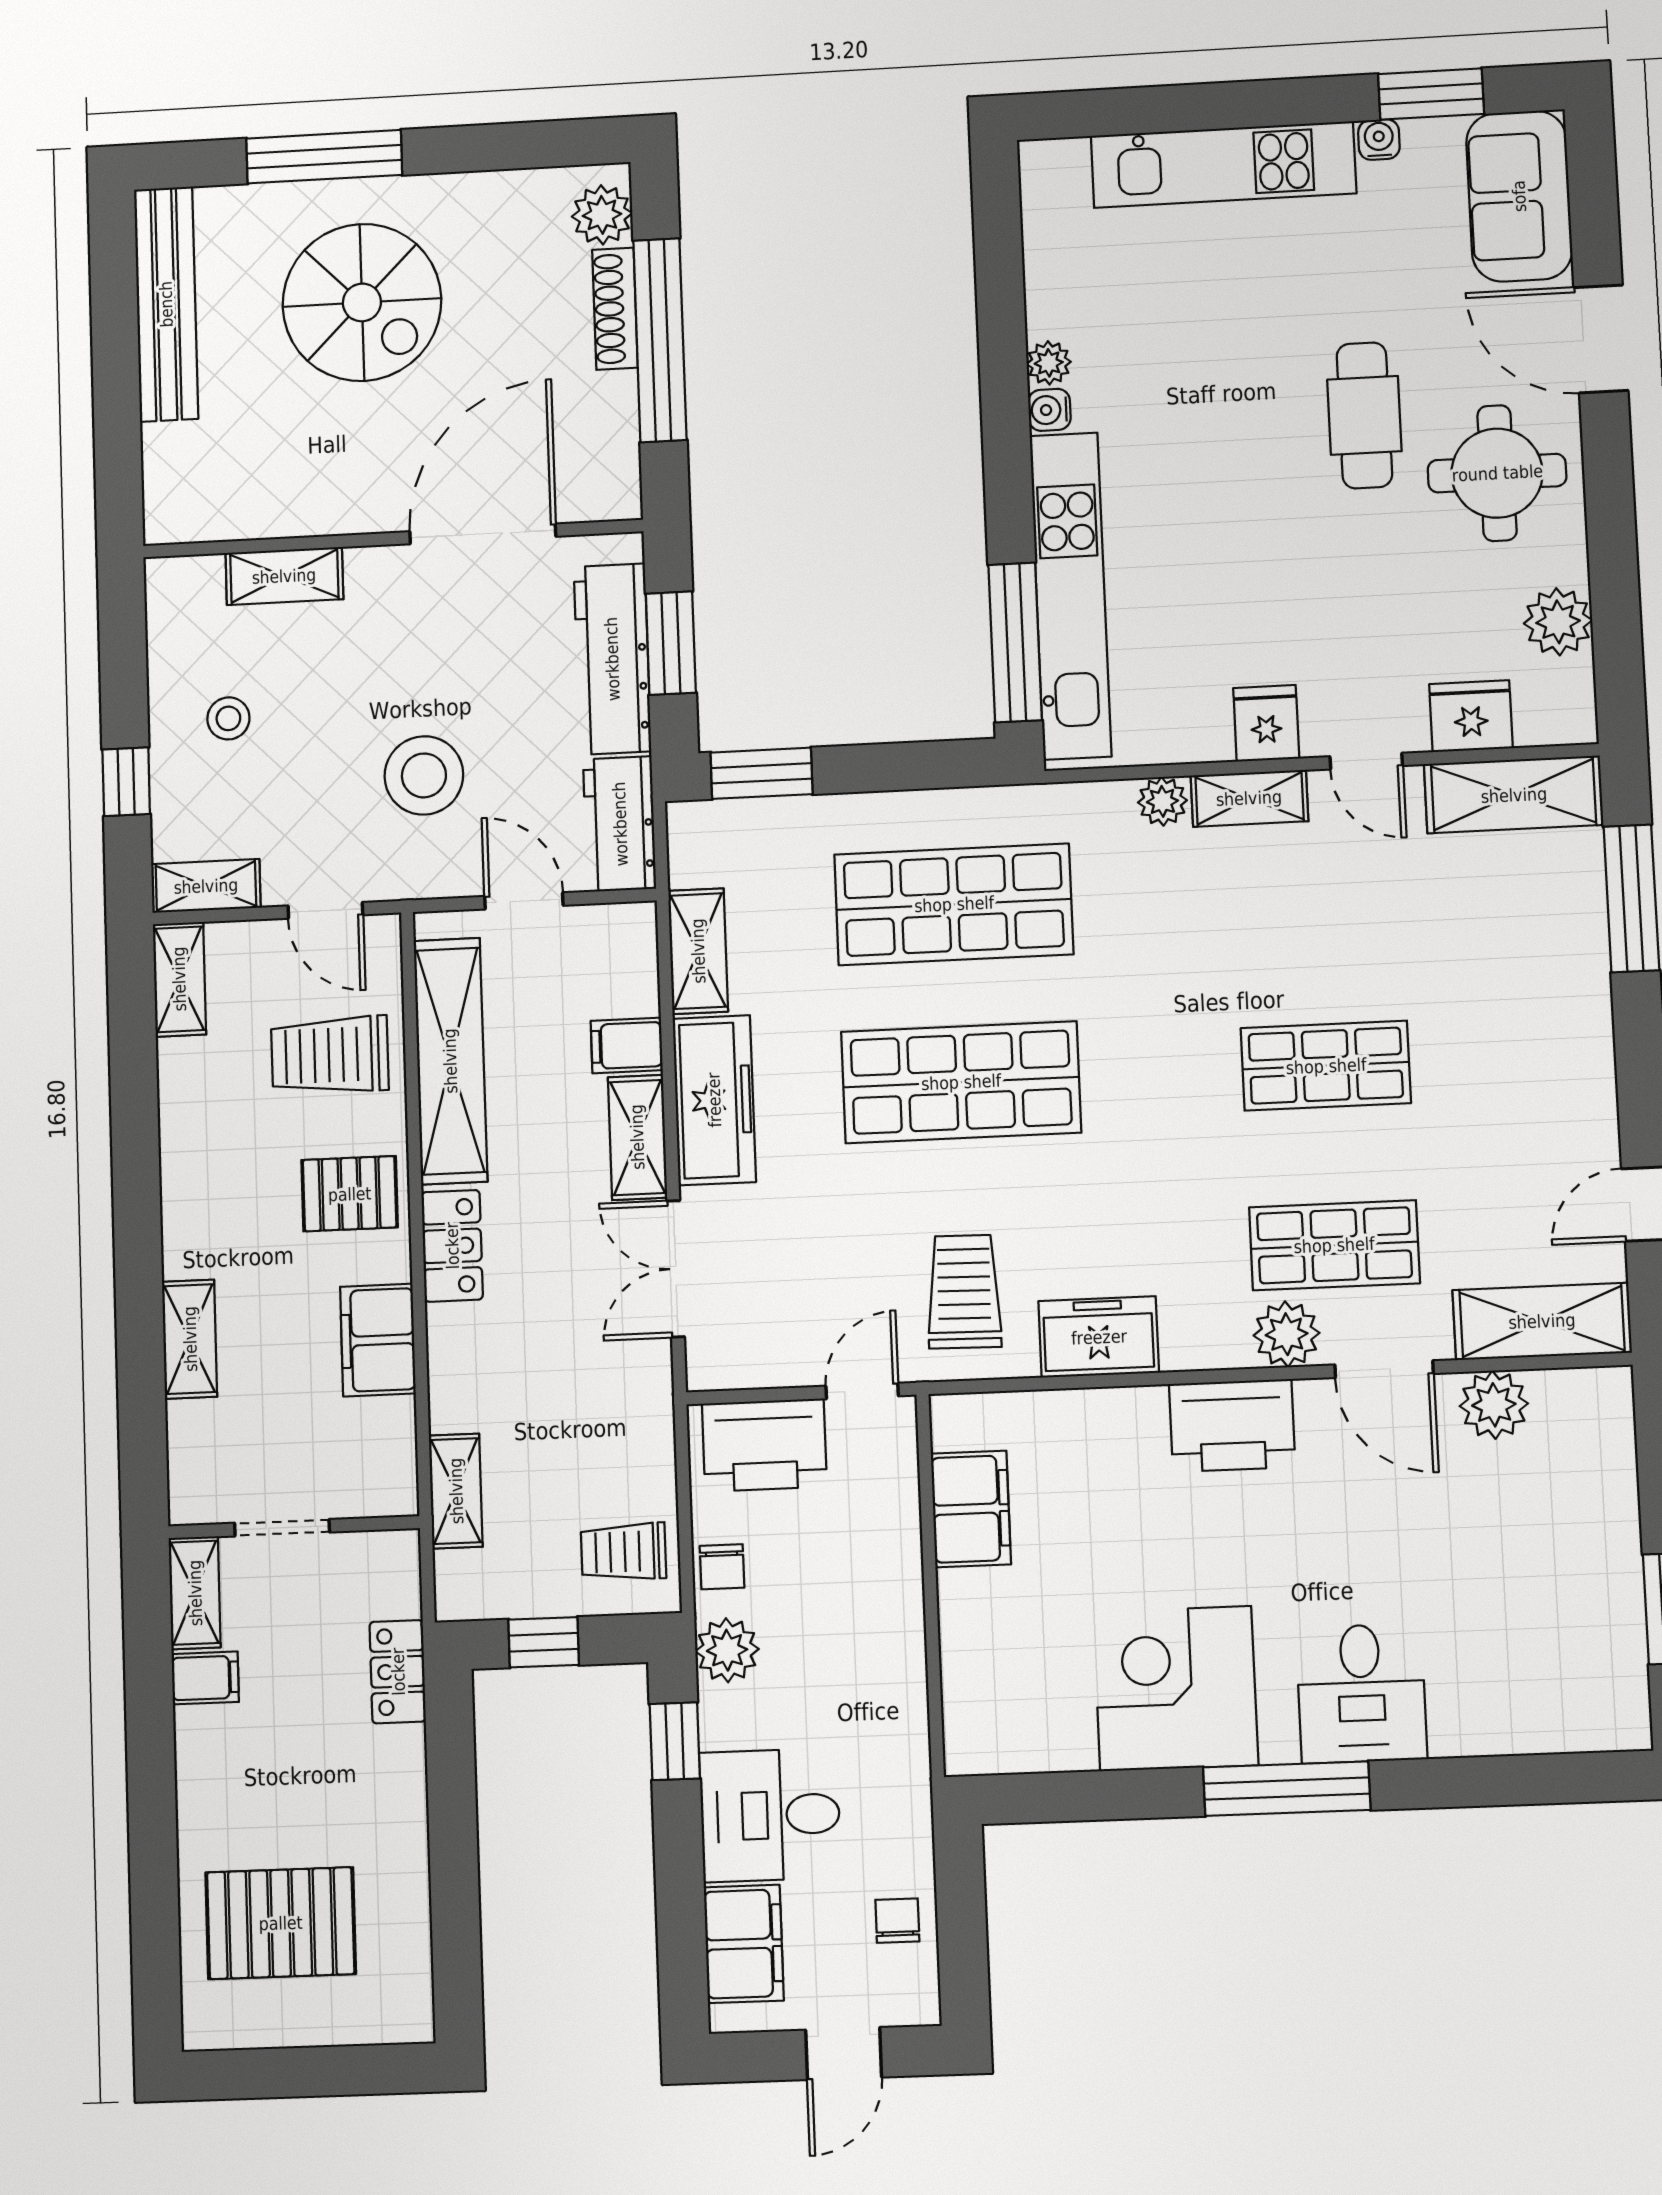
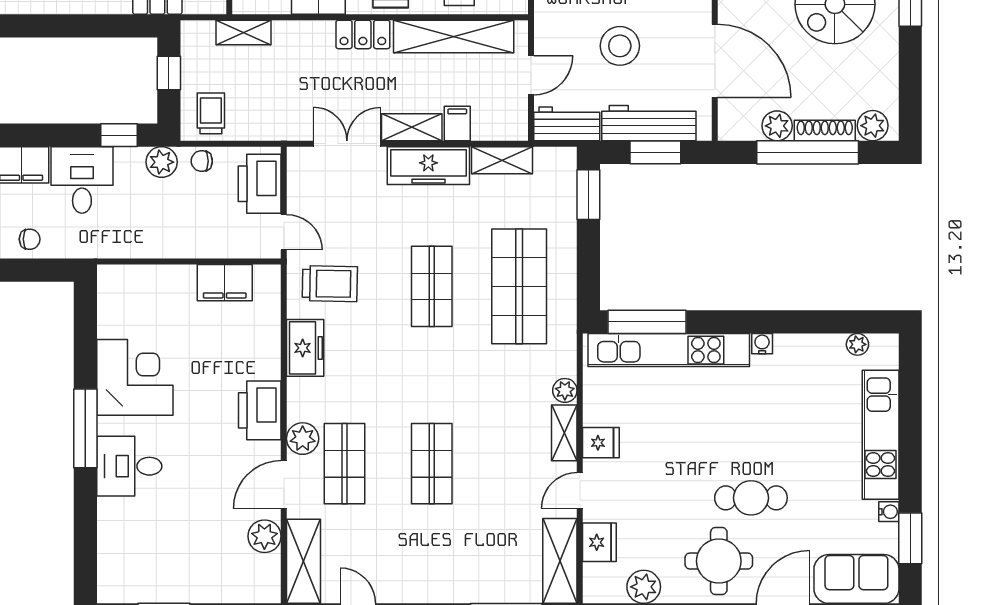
plant: (1049, 363) -> (857, 344), moved
plant: (609, 404) -> (777, 126), added
stool: (424, 775) -> (620, 46), moved
shop shelf: (961, 1082) -> (432, 286), width x0.70, depth x0.74

